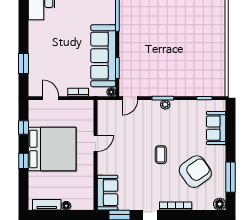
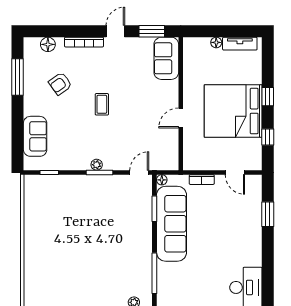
armchair: (195, 172) -> (60, 84), width x0.53, depth x0.53
floor lamp: (220, 204) -> (48, 44), moved

